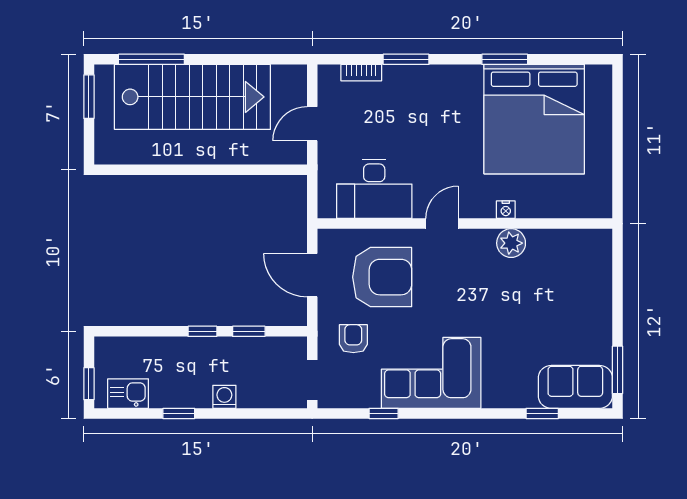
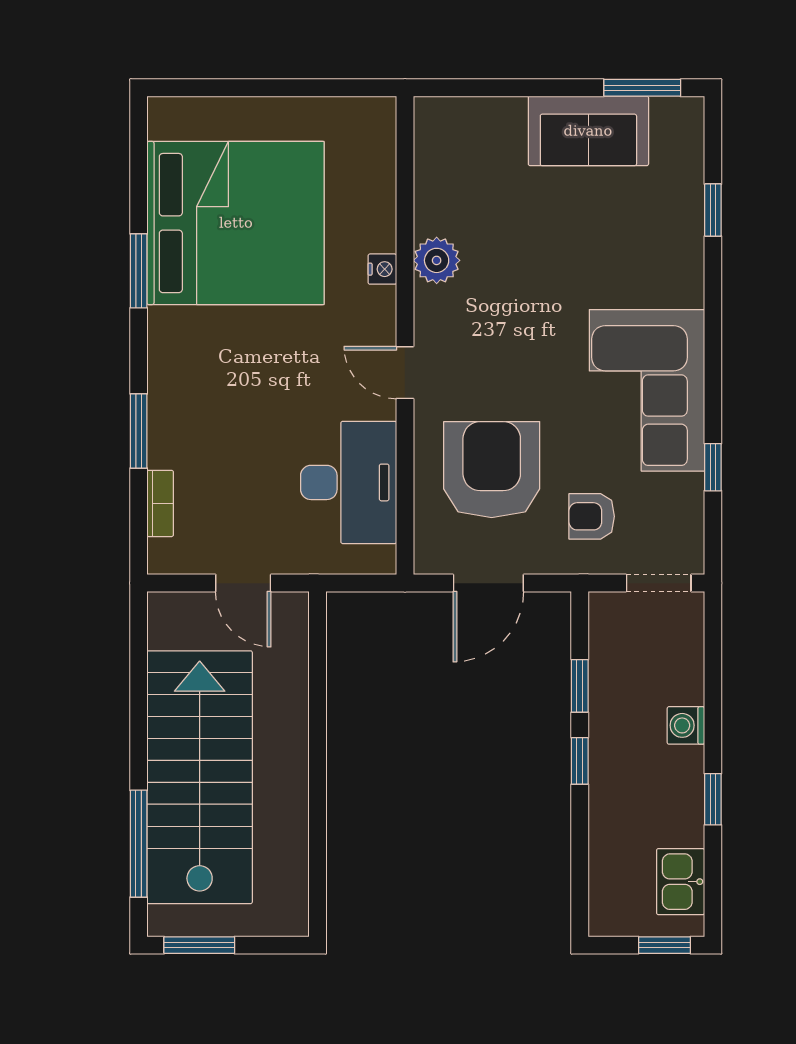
sofa: (575, 387) -> (588, 131), moved, turned -90

